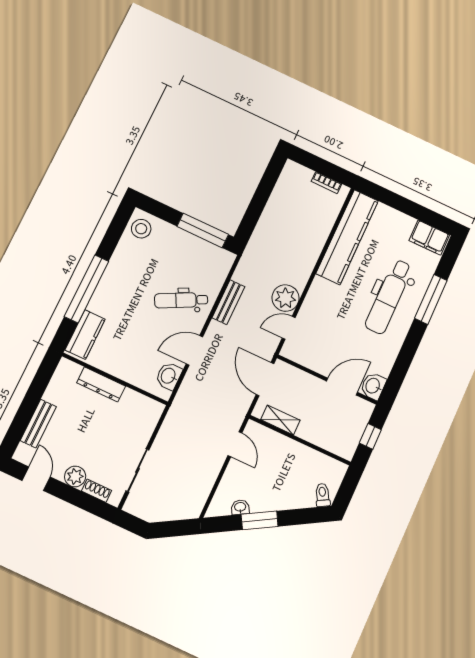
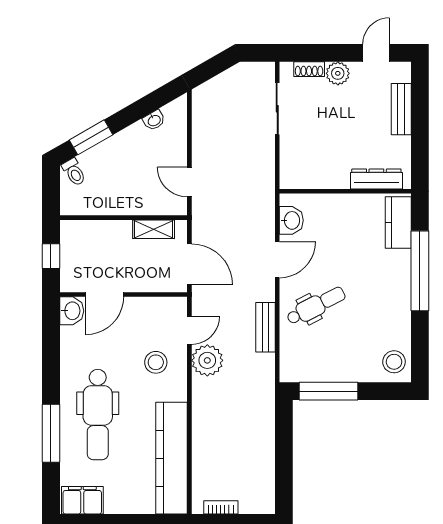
dental chair: (389, 297) -> (98, 415), turned 180
stool: (326, 315) -> (156, 362), added
dresser: (101, 384) -> (376, 179), moved
door: (36, 479) -> (376, 53), swing flipped
window: (260, 520) -> (91, 137), moved

